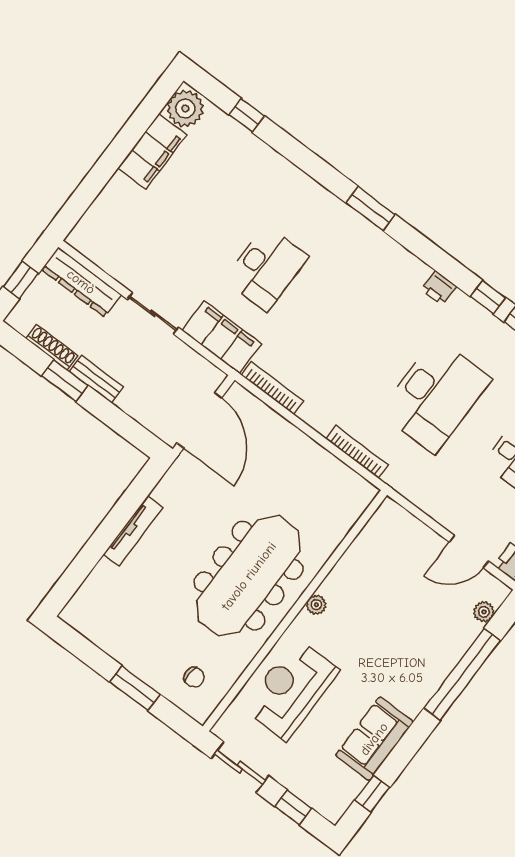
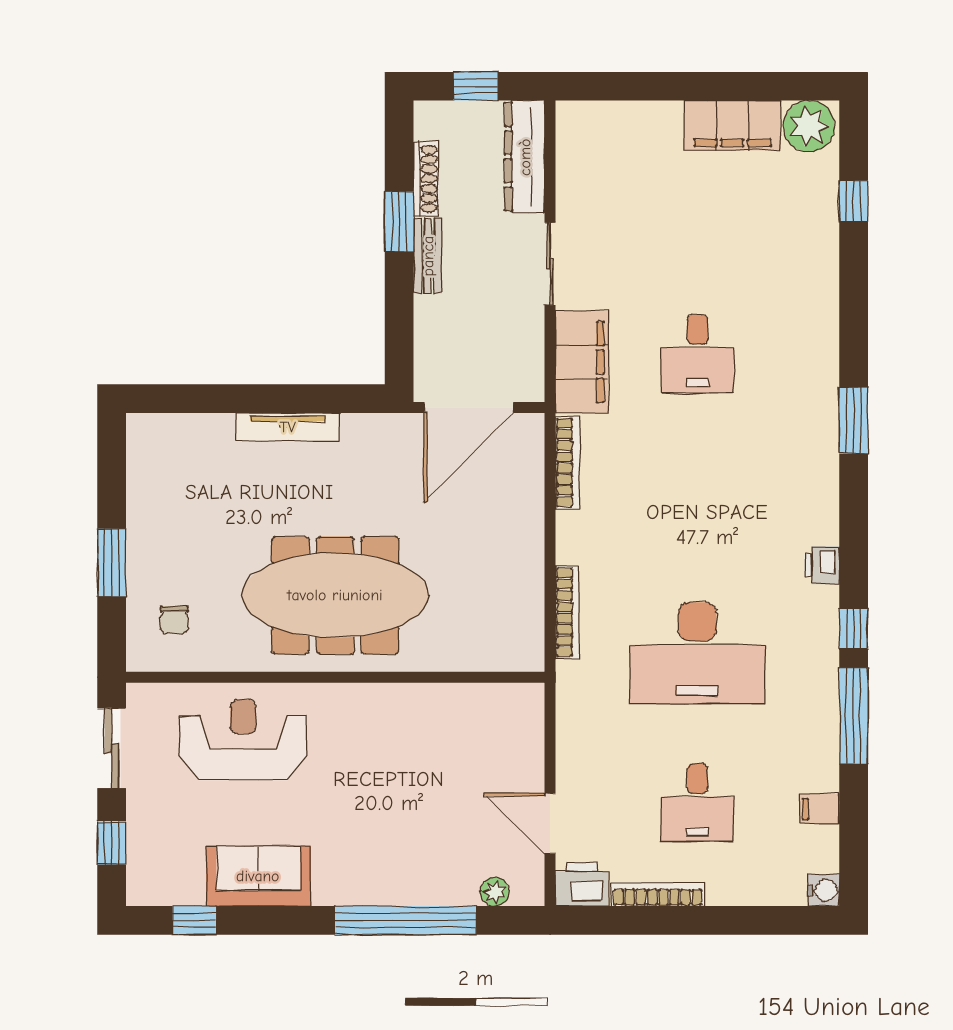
desk: (266, 268) -> (697, 354), width x0.73
plant: (316, 605) -> (360, 696), removed

